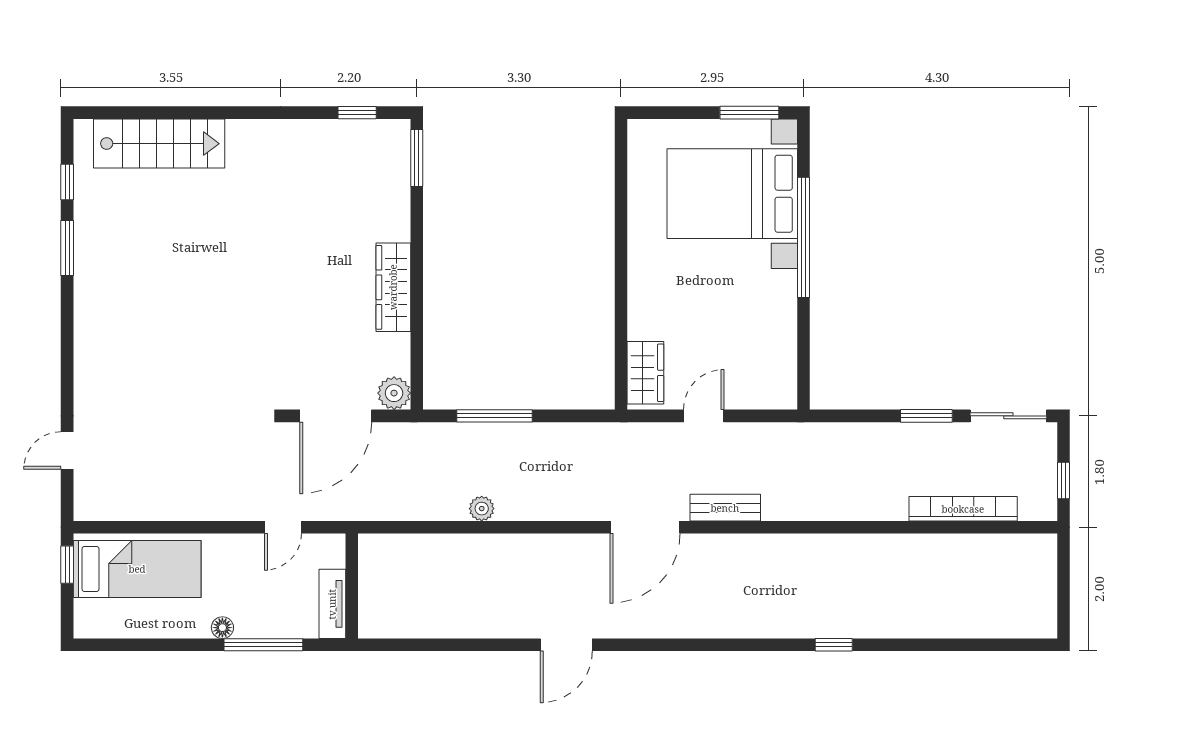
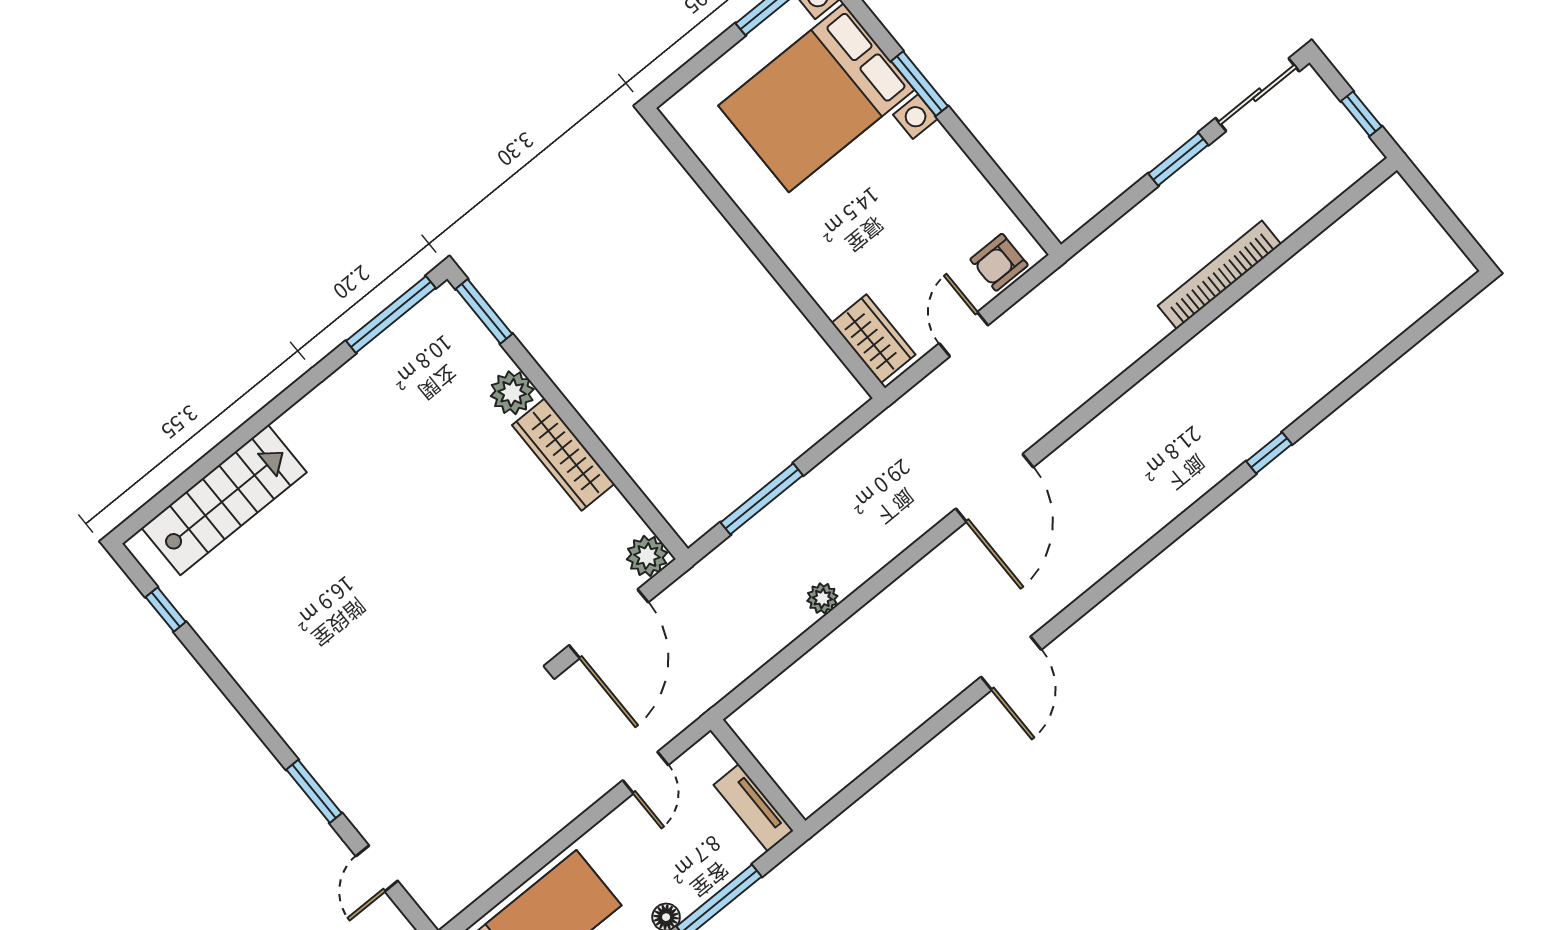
window: (357, 113) -> (391, 314), width x2.17
plant: (393, 223) -> (512, 393), added
window: (804, 237) -> (919, 84), width x0.47
window: (67, 248) -> (314, 791), moved
armchair: (762, 389) -> (999, 262), added
bench: (725, 508) -> (1057, 406), removed
bookcase: (963, 509) -> (1219, 275), moved

